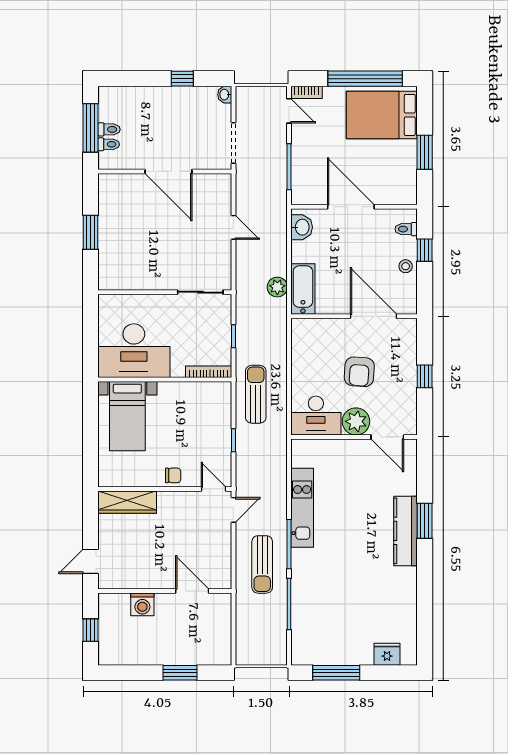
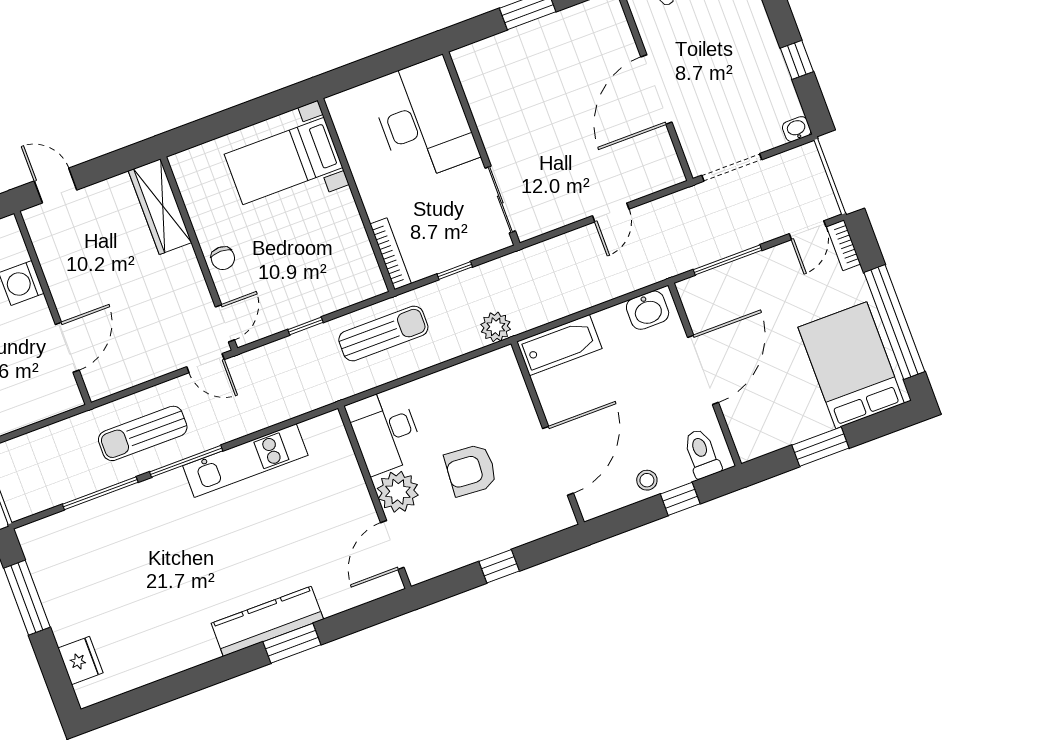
toilet: (406, 229) -> (702, 454), width x1.37, depth x1.39
plant: (277, 287) -> (496, 327), moved
desk: (134, 351) -> (423, 120), moved, turned 180

